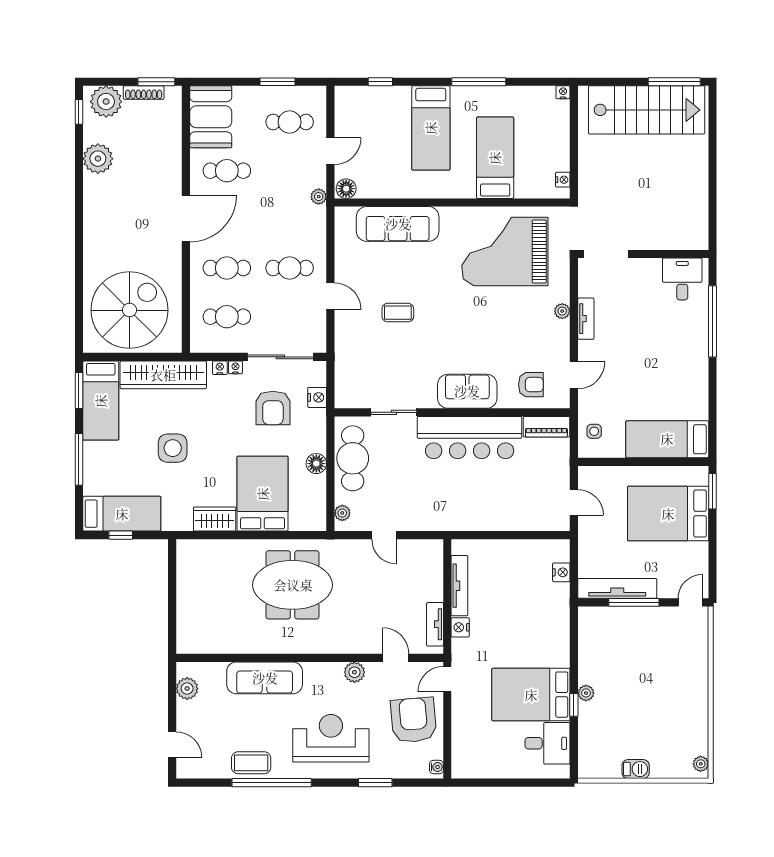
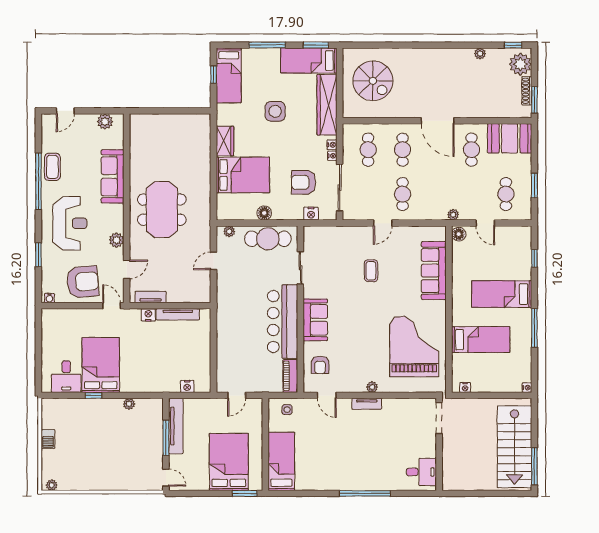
plant: (98, 159) -> (480, 54), width x0.53, depth x0.53
doorway: (606, 254) -> (439, 418), moved
wall: (643, 254) -> (439, 444), moved
desk: (682, 279) -> (421, 472), moved
spiral stairs: (129, 310) -> (373, 81), width x0.73, depth x0.73
meeting table: (293, 585) -> (162, 210), moved
plant: (586, 693) -> (129, 404), moved

